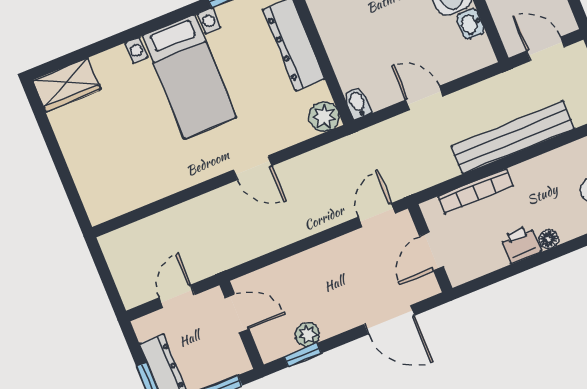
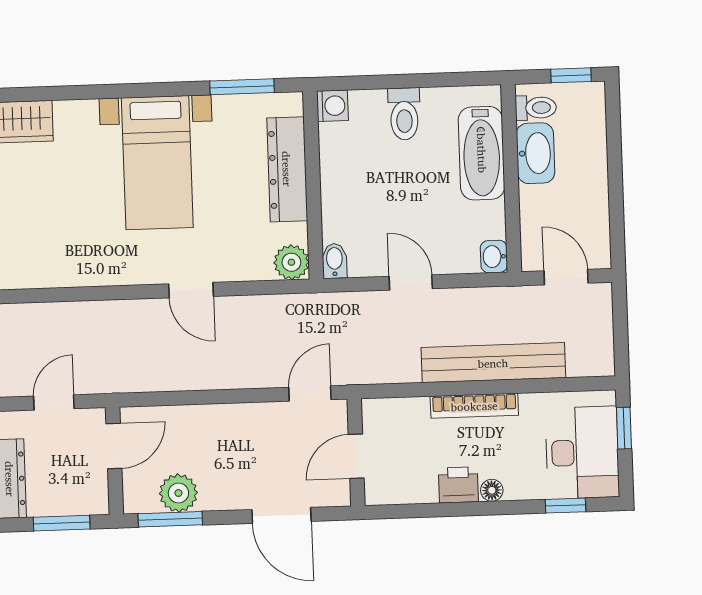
washbasin: (470, 24) -> (494, 257), moved
bookcase: (475, 191) -> (474, 406), moved
door: (237, 313) -> (114, 446), hinge flipped
plant: (307, 334) -> (178, 493), width x1.38, depth x1.38
window: (303, 355) -> (170, 519), width x1.50

